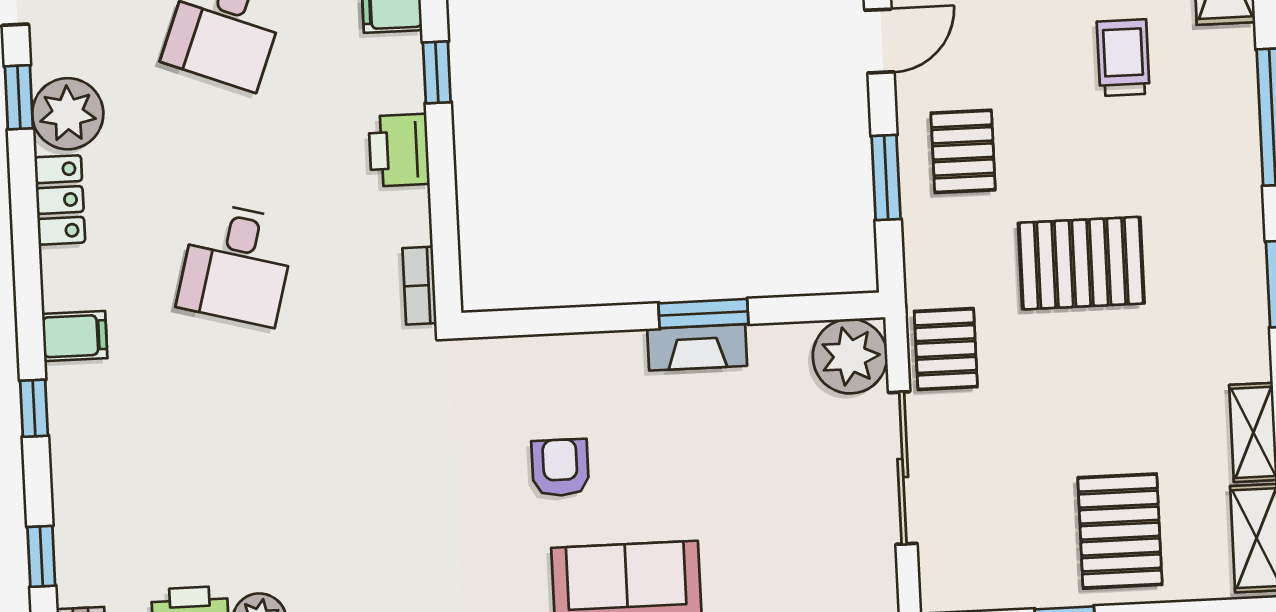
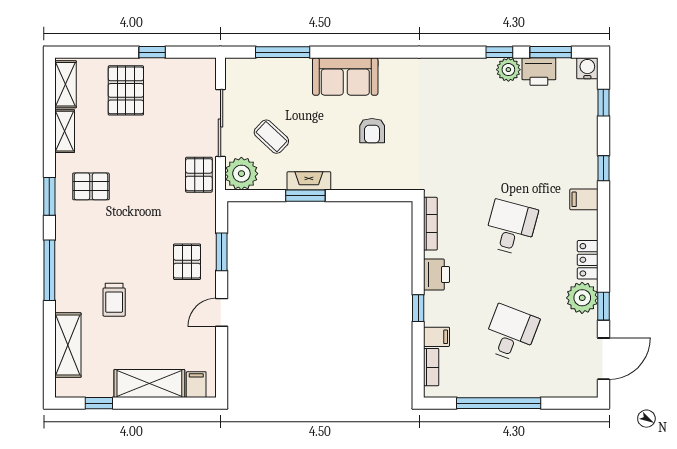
pallet: (1081, 263) -> (91, 186), moved, width x0.67, depth x0.71
bookcase: (419, 286) -> (430, 224), width x1.56
coffee table: (786, 443) -> (271, 137), added

